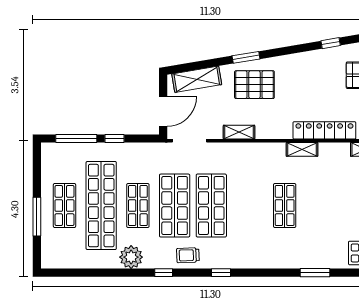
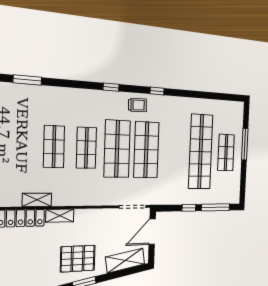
shelving: (239, 132) -> (60, 216), moved
shop shelf: (138, 206) -> (86, 148), moved
plant: (131, 257) -> (181, 107), removed

